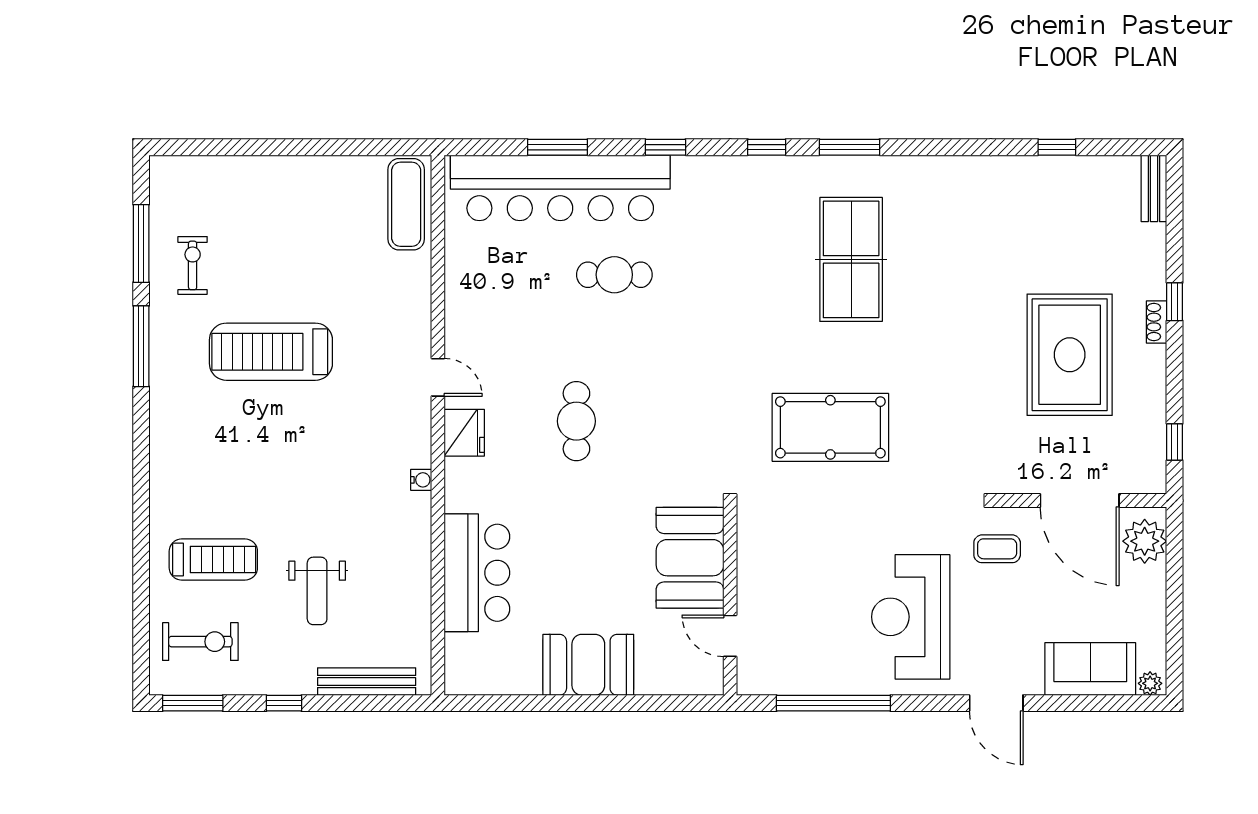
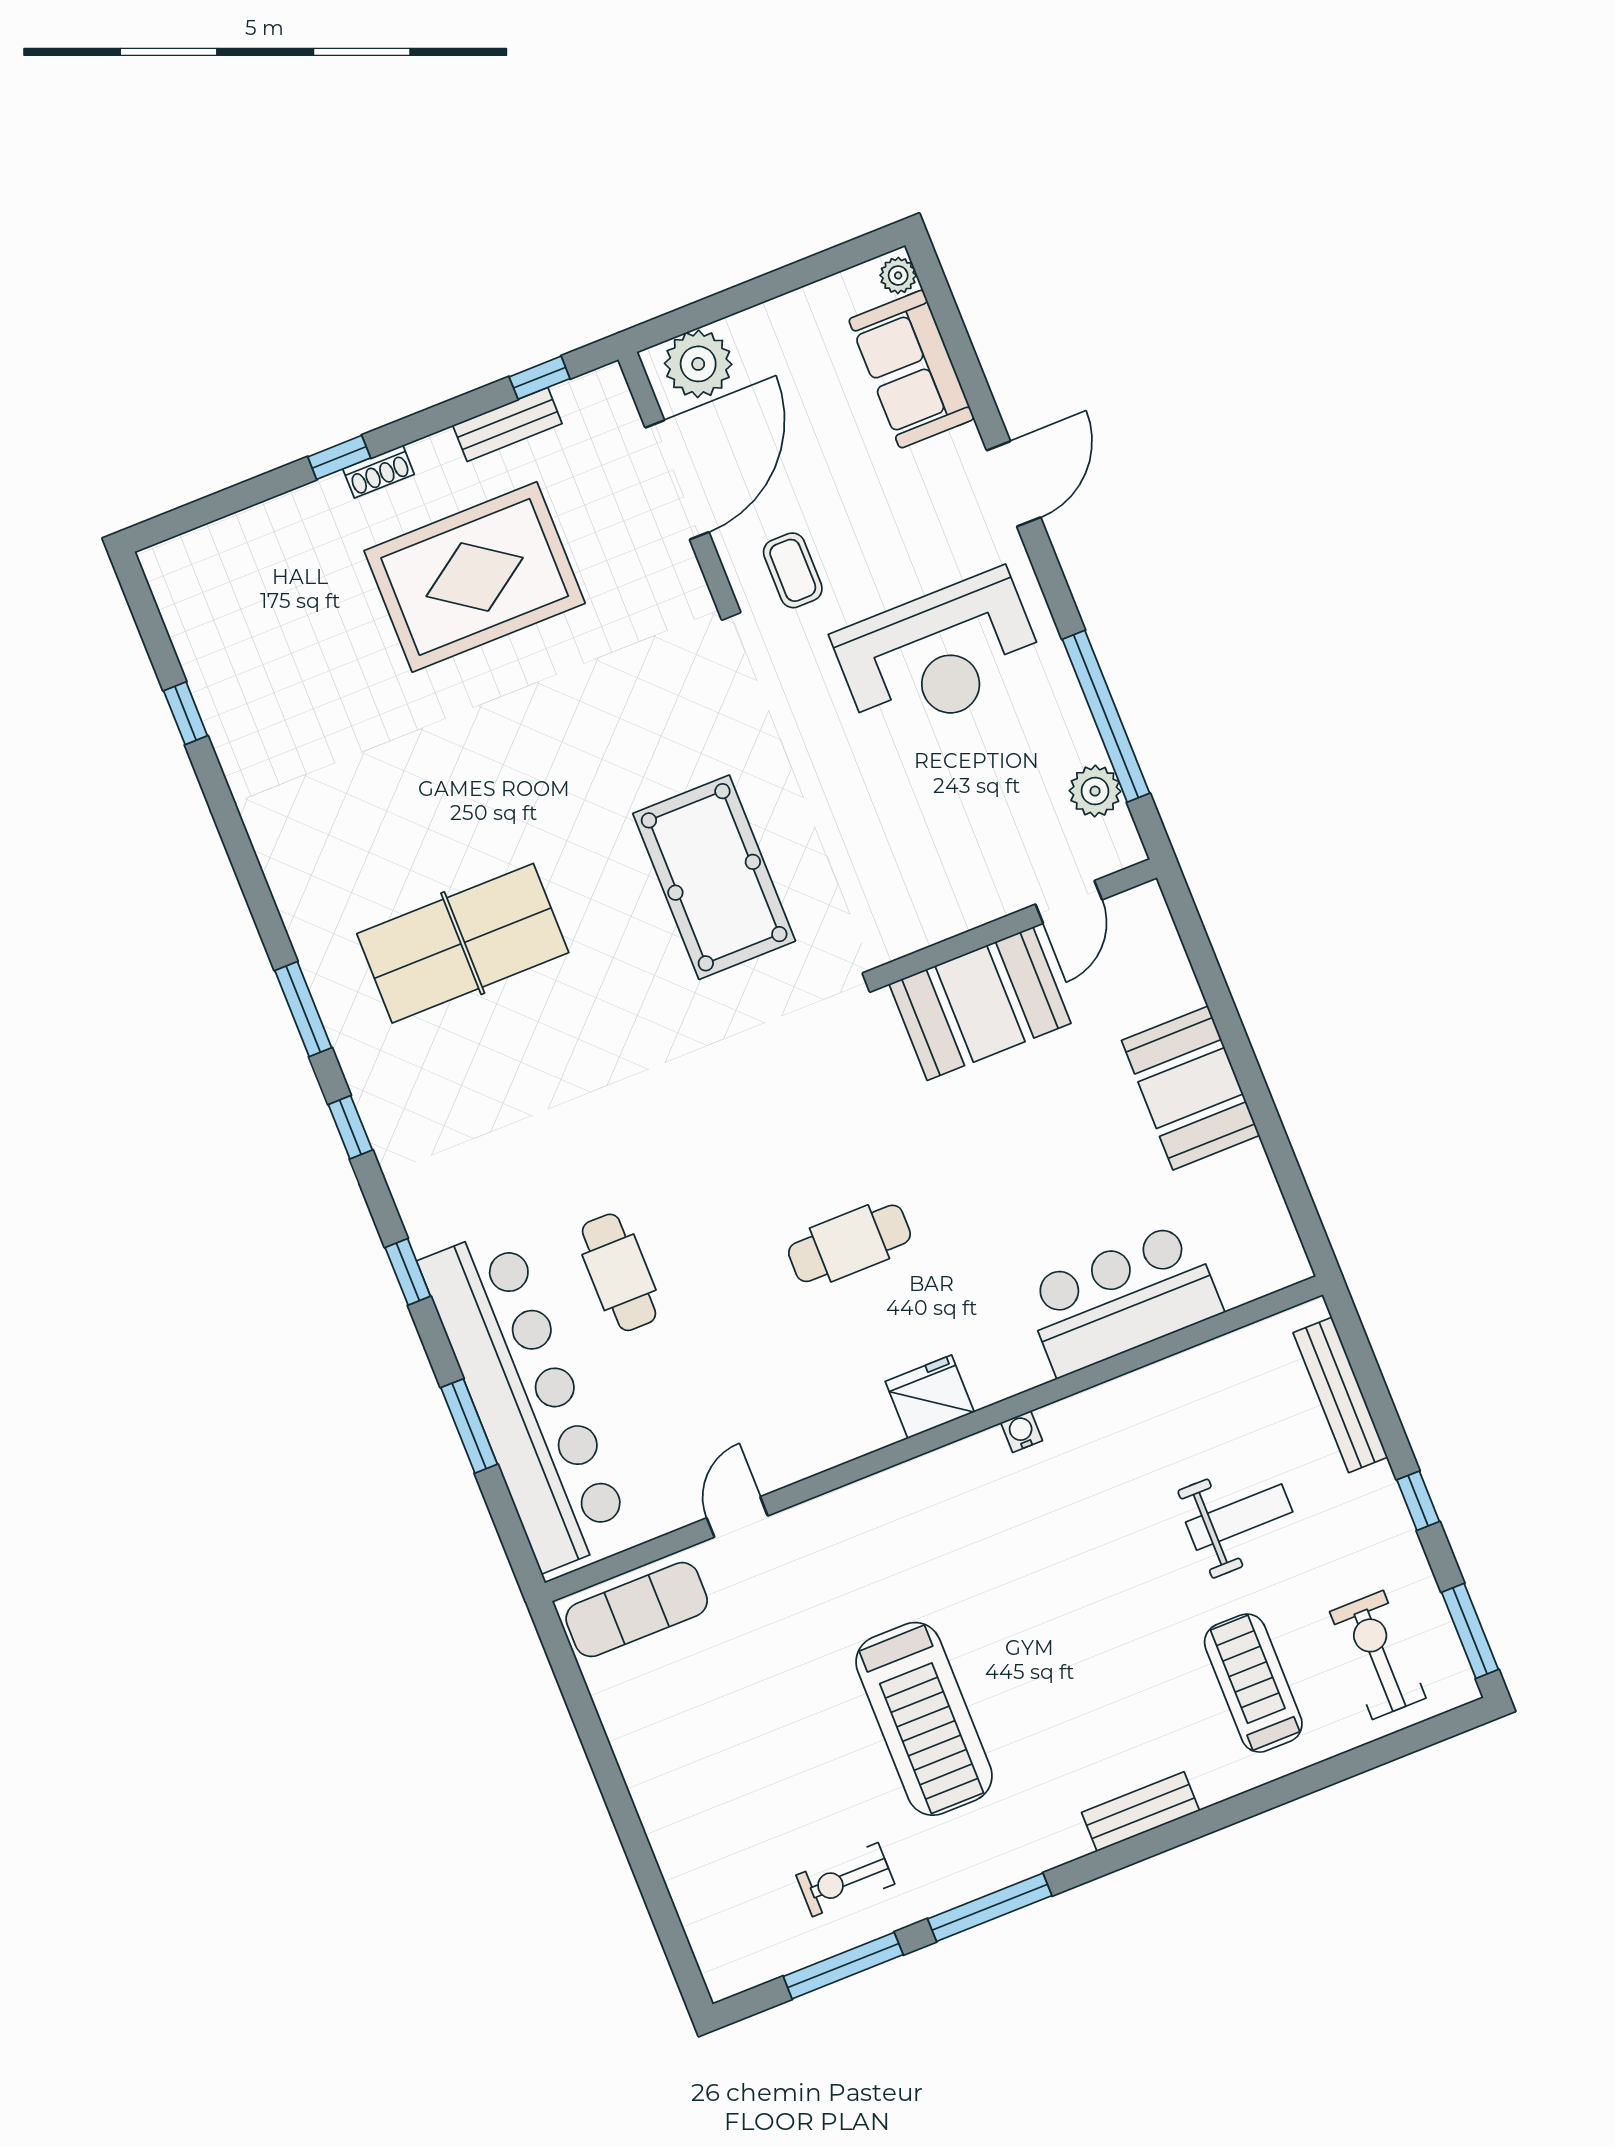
bench: (1154, 188) -> (507, 425), moved
door: (438, 377) -> (737, 1517), moved
bench: (163, 460) -> (1141, 1812), added
plant: (791, 678) -> (1095, 791), added

